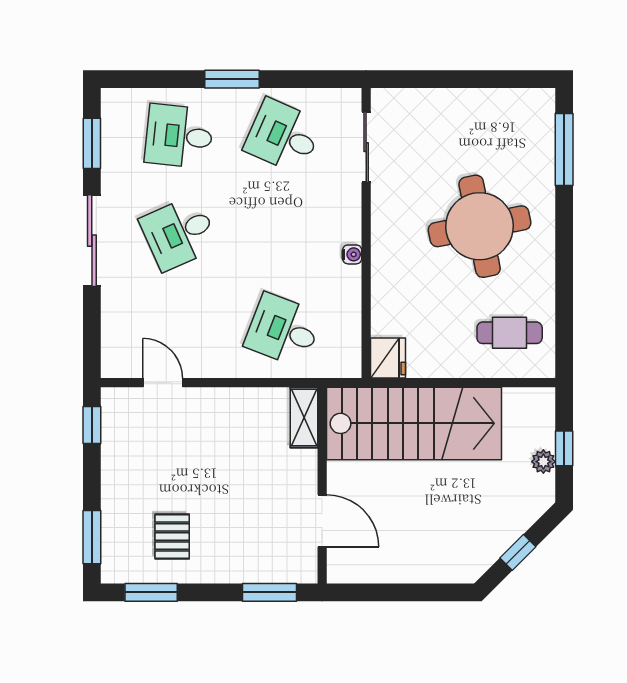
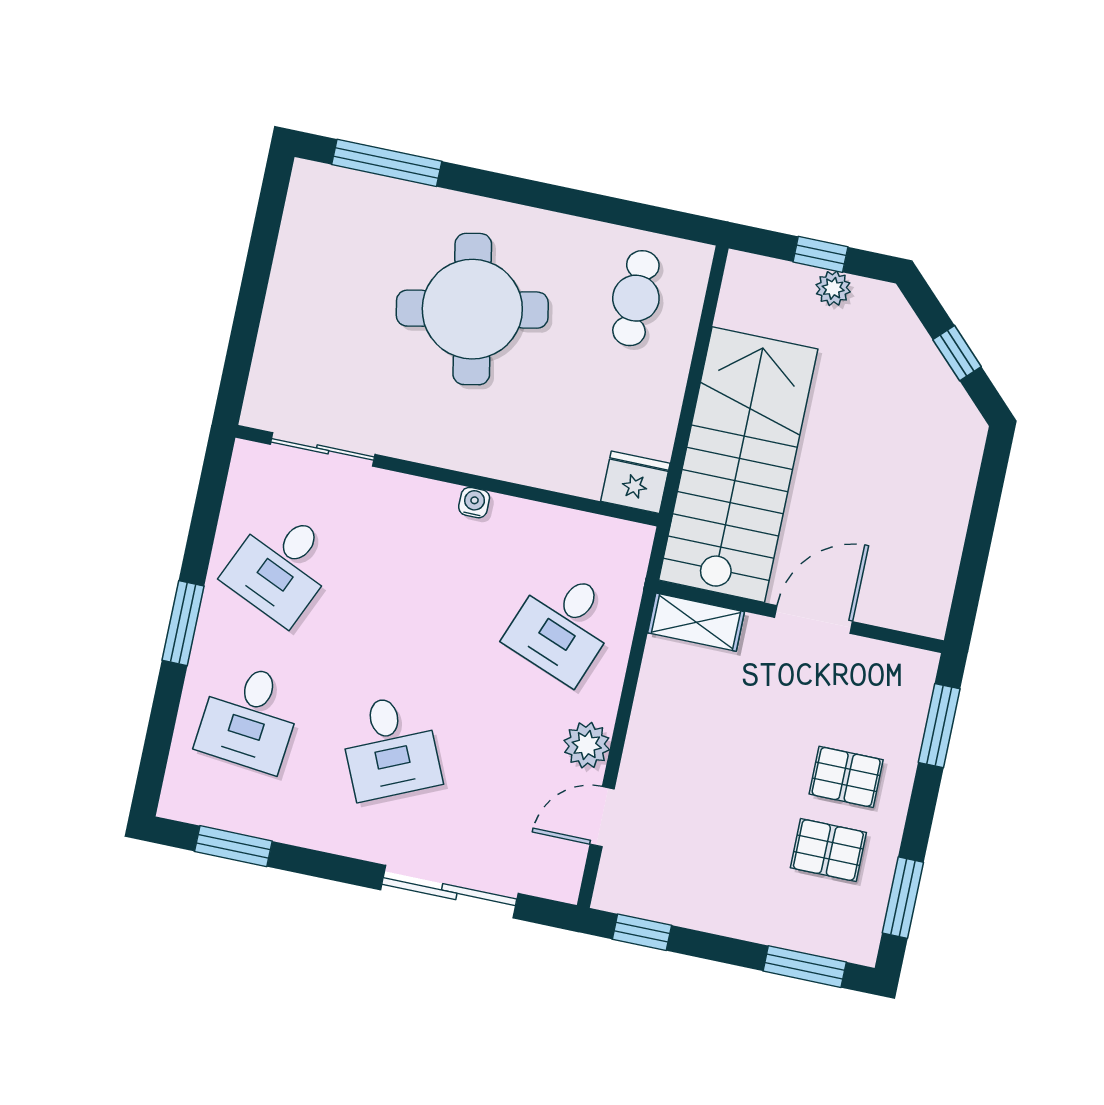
sliding door: (92, 241) -> (449, 892), moved
plant: (208, 362) -> (587, 745), added
door: (322, 521) -> (814, 620), moved
pallet: (223, 538) -> (846, 777), added

